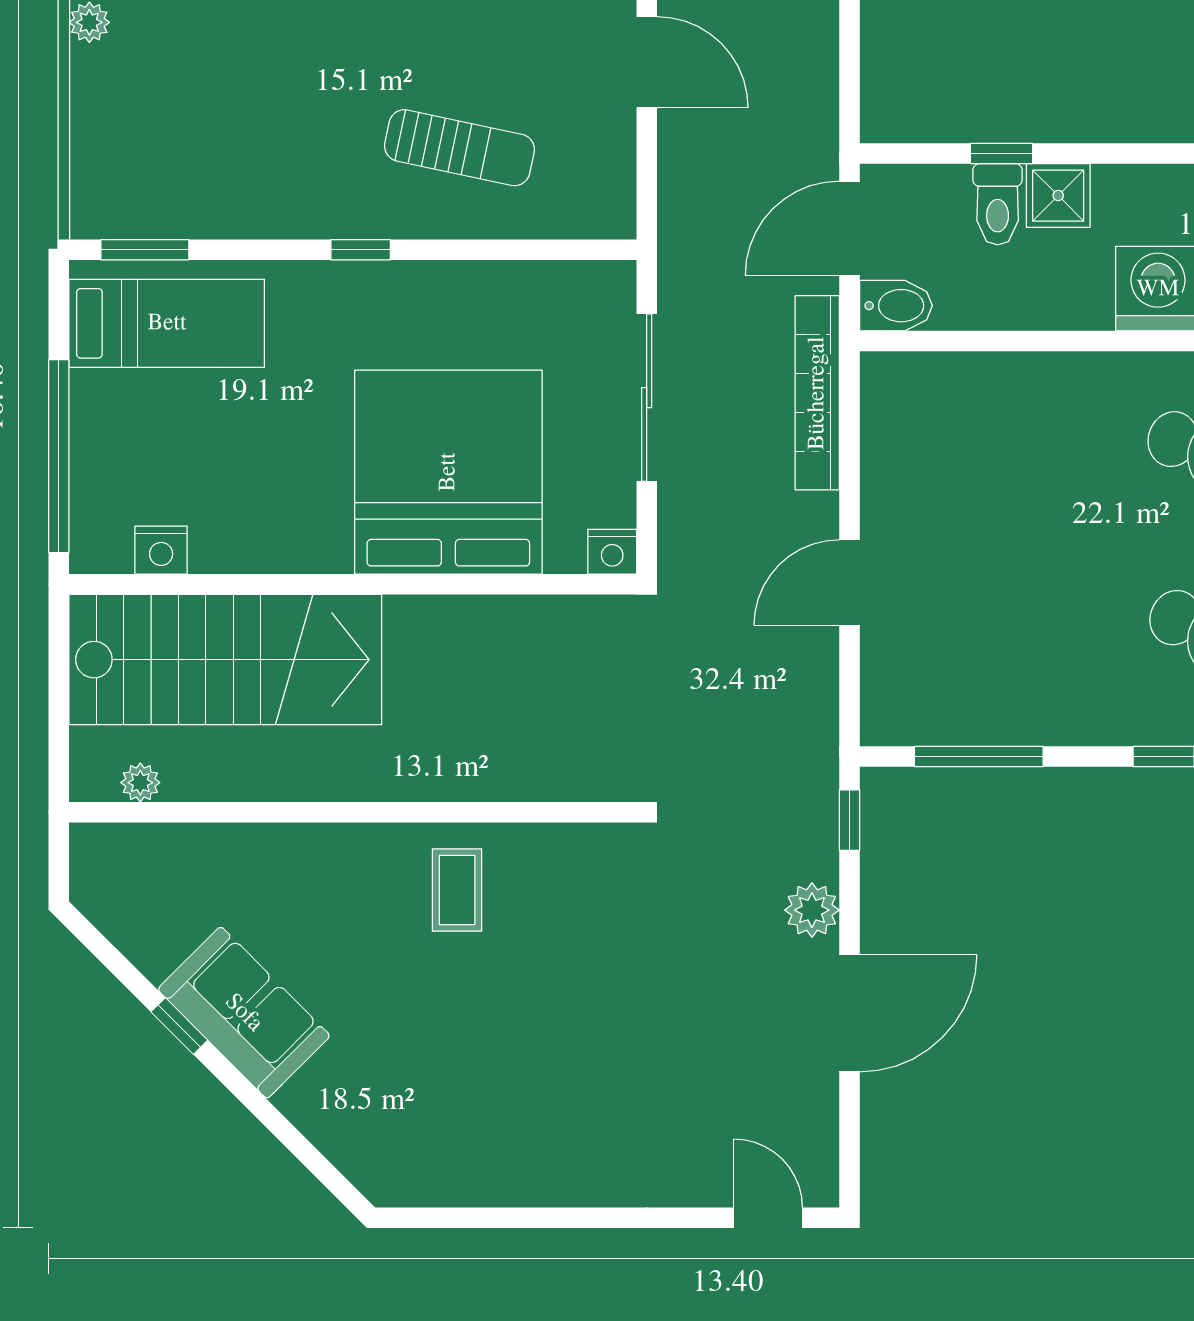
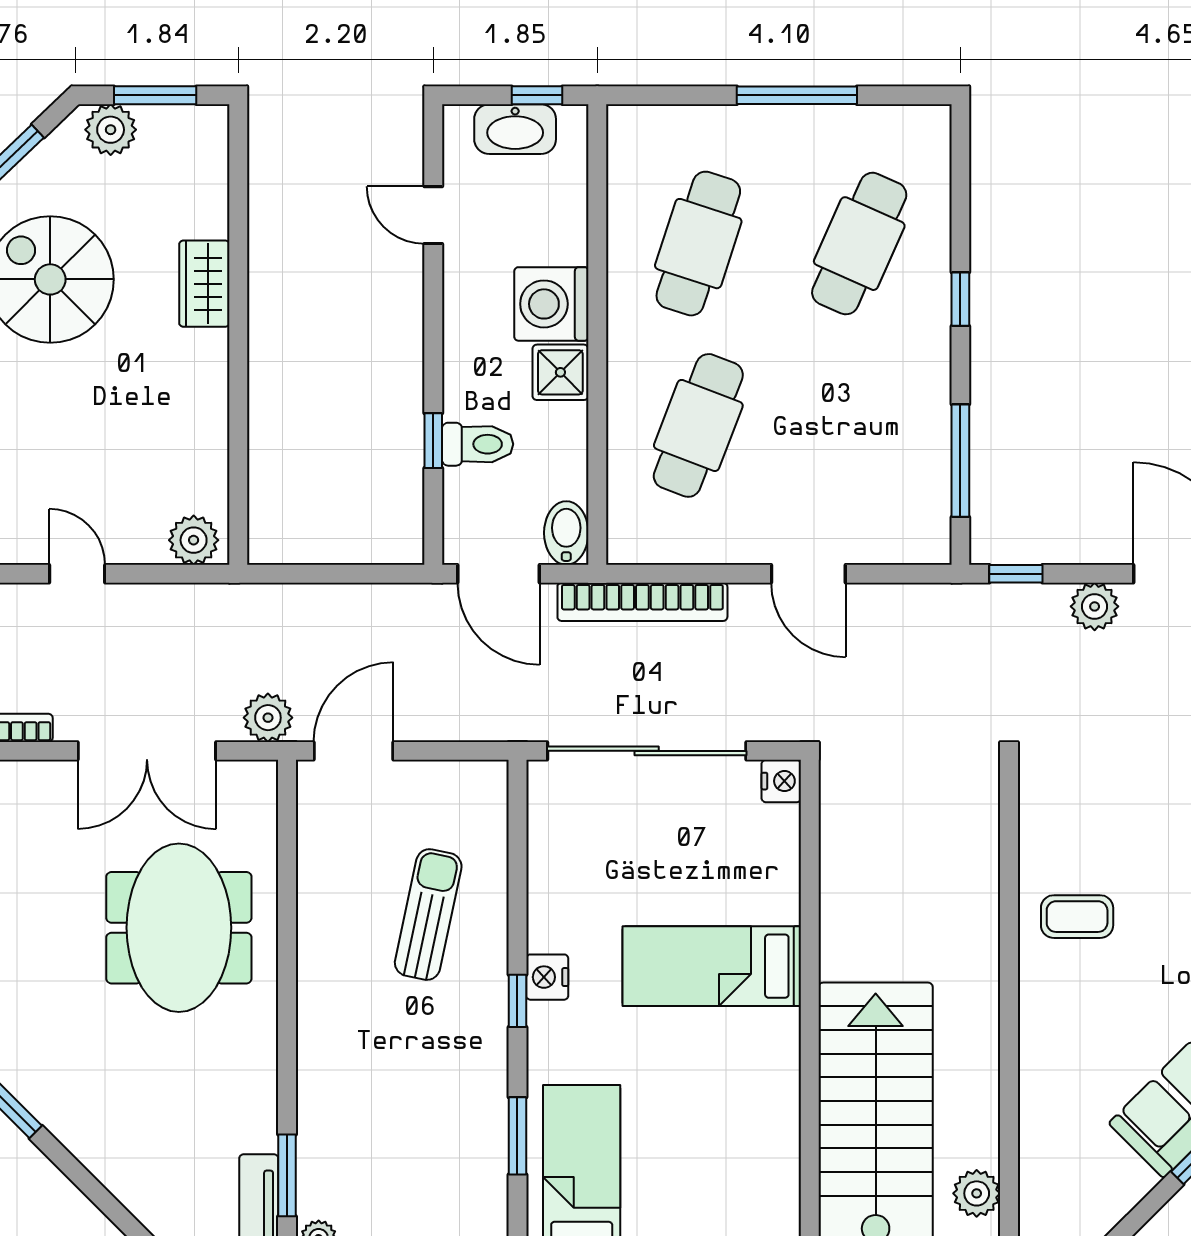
shower: (1058, 196) -> (560, 372), moved
window: (145, 250) -> (517, 1136), moved
sliding door: (647, 398) -> (647, 751), width x1.36
cafe table: (1019, 457) -> (698, 425), added
bed: (448, 472) -> (712, 966), width x0.49
nightstand: (161, 550) -> (547, 977), moved, turned 180
plant: (140, 783) -> (977, 1193), width x1.38, depth x1.38

